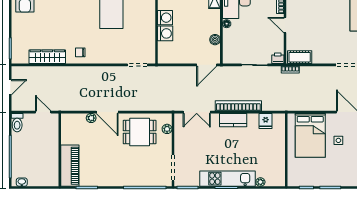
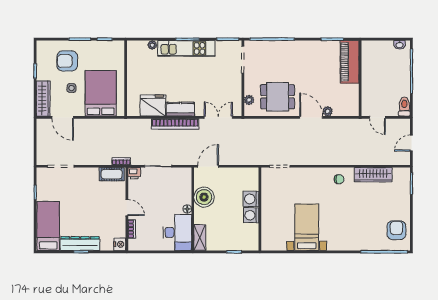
boiler: (215, 40) -> (204, 197), width x1.86, depth x1.86
fridge: (266, 121) -> (153, 105), width x1.88, depth x1.34
armchair: (343, 167) -> (67, 61), added

